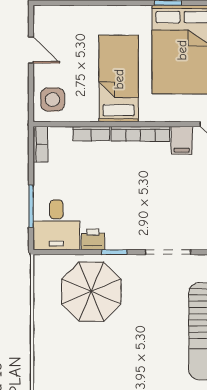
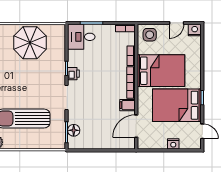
nightstand: (44, 17) -> (195, 30), added
bed: (119, 79) -> (161, 71), width x1.50
printer: (93, 239) -> (73, 74), moved
parasol: (91, 292) -> (30, 43), moved

